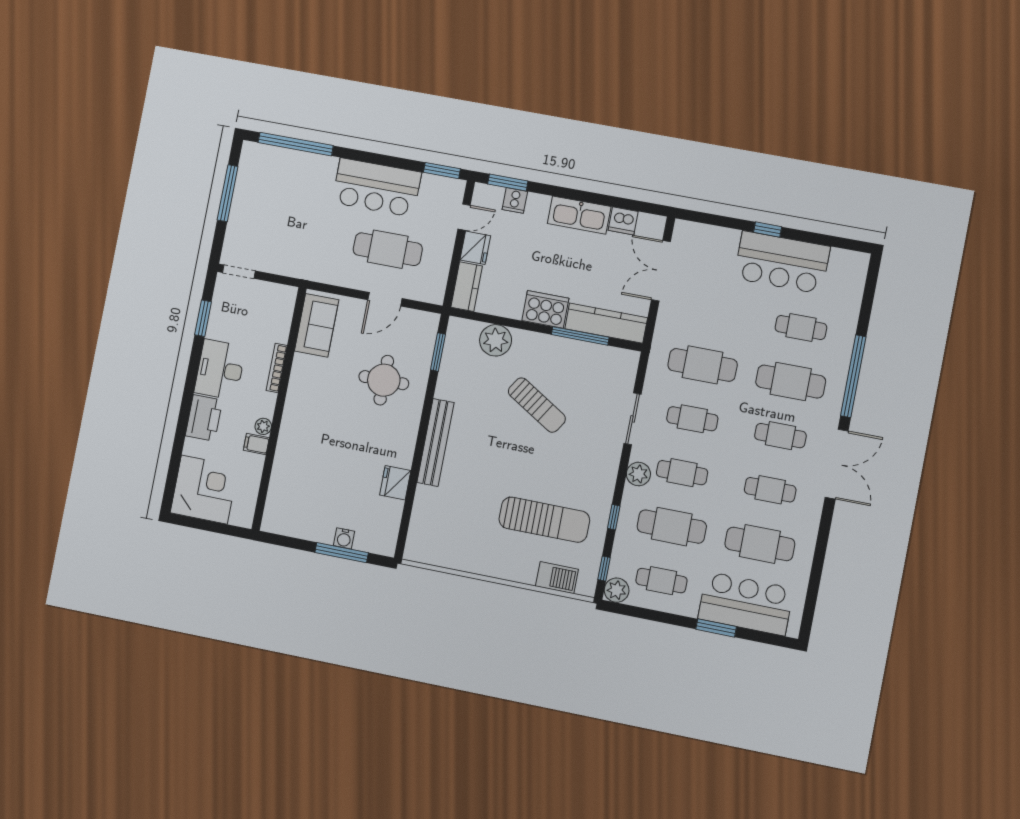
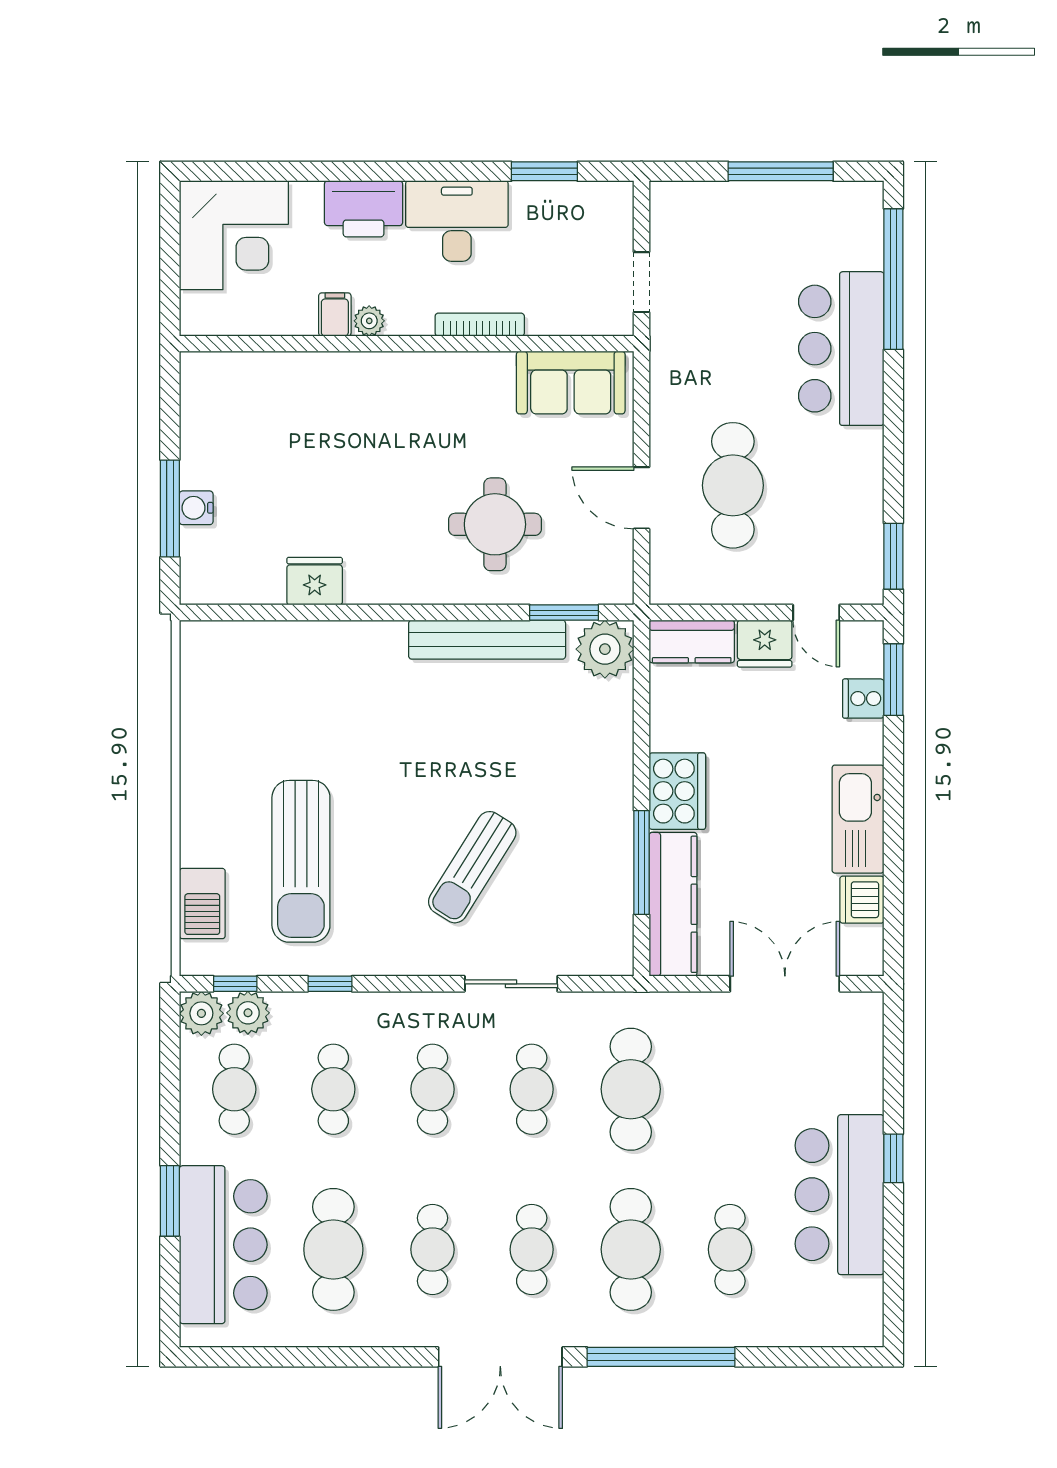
bar counter: (377, 187) -> (841, 349), moved
doorway: (239, 272) -> (641, 282), moved
plant: (496, 340) -> (605, 649), moved
sun lounger: (537, 405) -> (472, 867), moved
bench: (435, 442) -> (487, 640), moved
plant: (638, 474) -> (248, 1013), moved
cafe table: (672, 527) -> (333, 1089), width x0.73, depth x0.74

